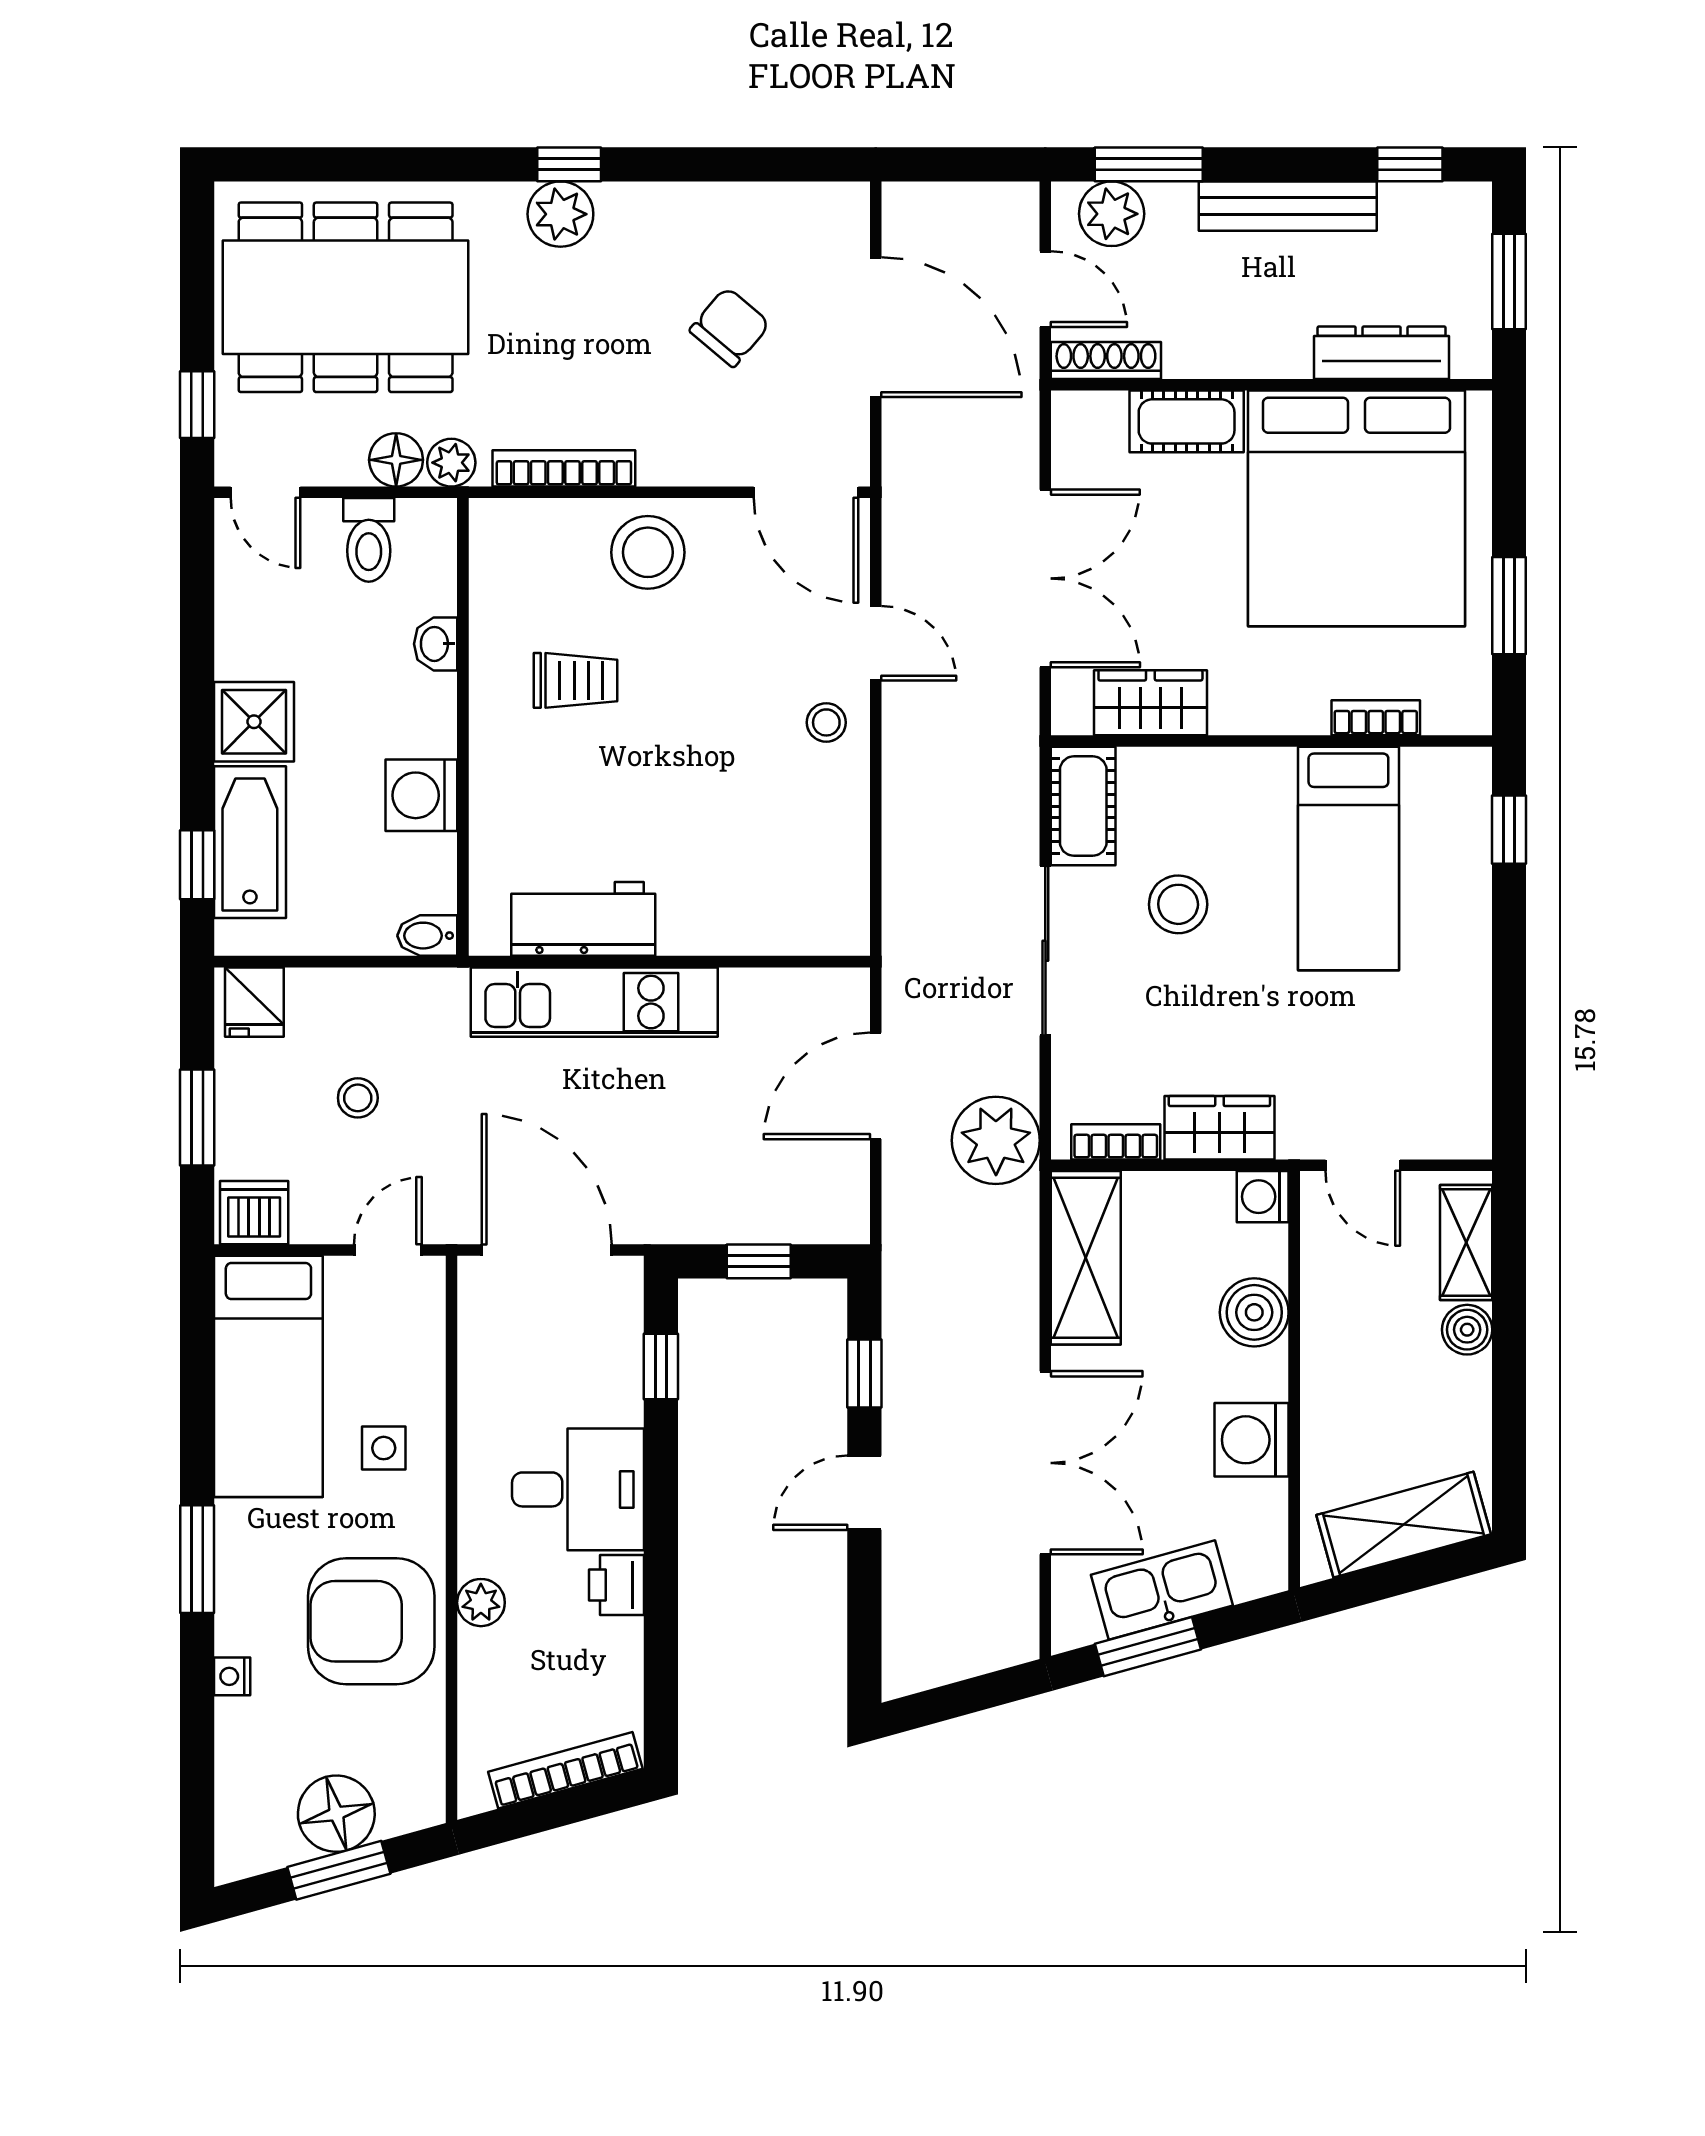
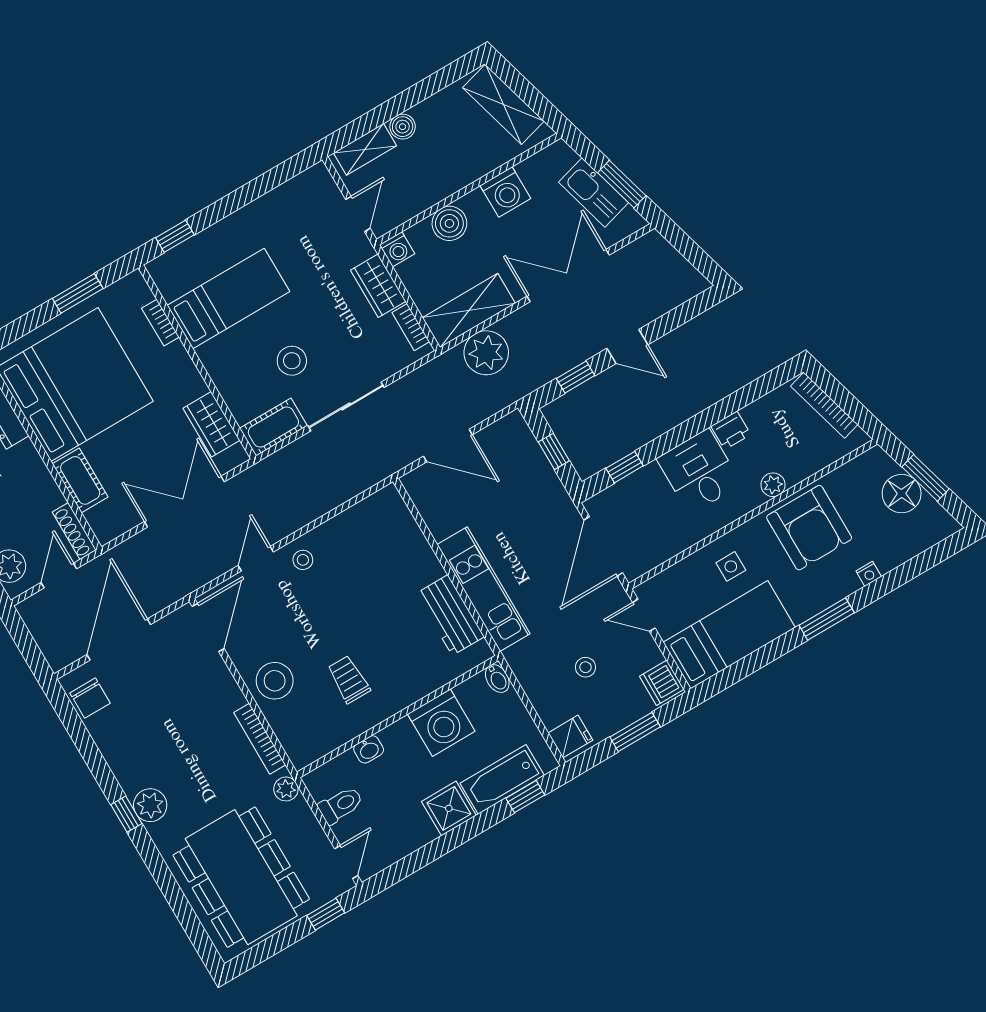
chair: (730, 327) -> (90, 698), moved, turned -130
floor lamp: (396, 460) -> (299, 814), removed
washing machine: (421, 795) -> (441, 723), width x1.37, depth x1.37
plant: (996, 1140) -> (486, 353), moved

